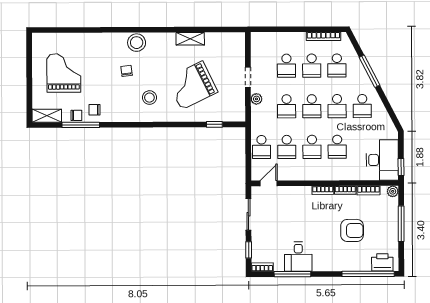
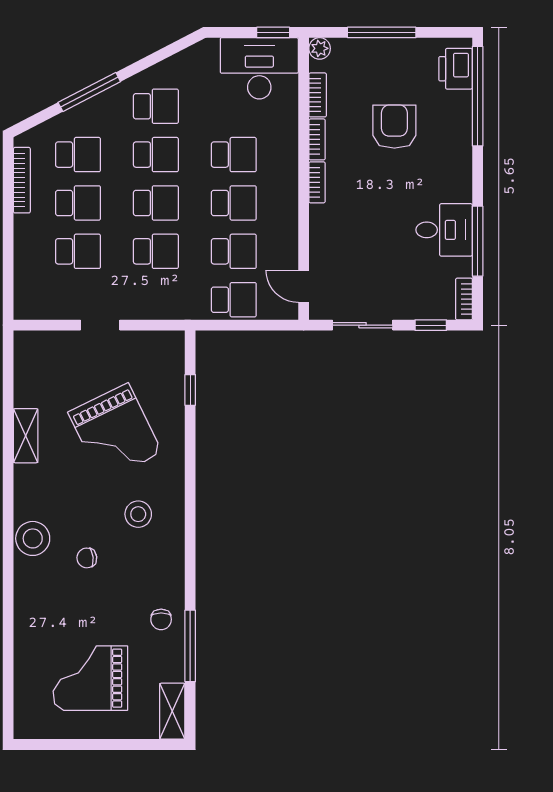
plant: (256, 99) -> (142, 309), removed
chair: (76, 115) -> (172, 654), removed

